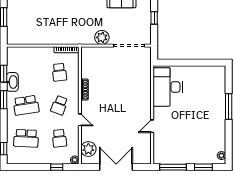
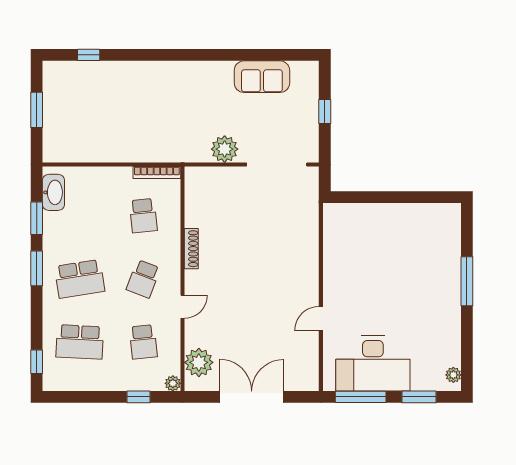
washbasin: (12, 82) -> (53, 192), moved
desk: (168, 87) -> (373, 364), moved, turned -90
door: (80, 120) -> (183, 307), hinge flipped

